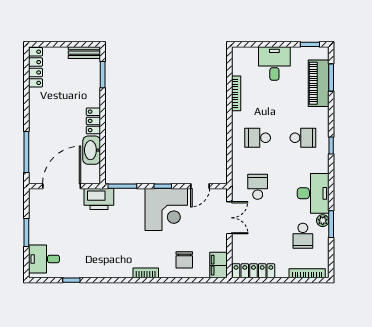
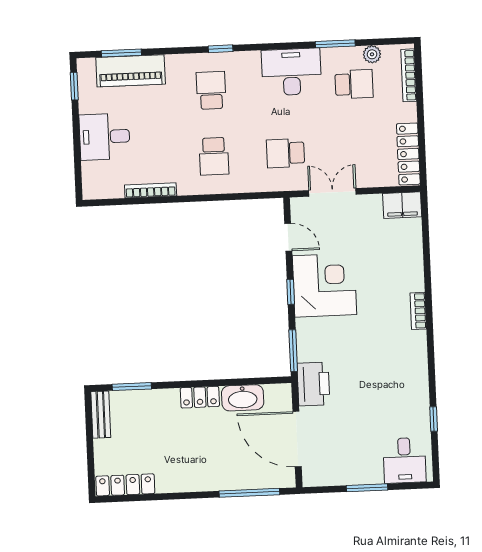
plant: (323, 221) -> (372, 54), moved
chair: (184, 260) -> (397, 256), removed

